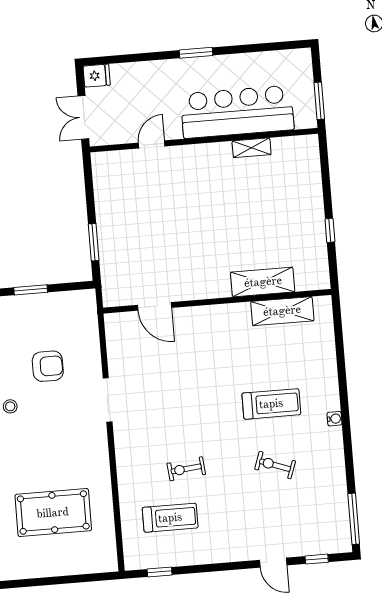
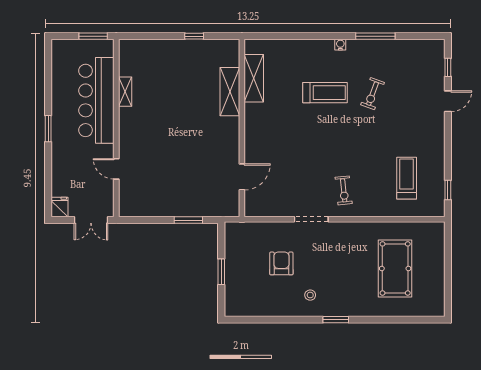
treadmill: (271, 404) -> (325, 93), turned 90
exercise bike: (186, 469) -> (344, 190), moved
window: (354, 519) -> (375, 36), moved

